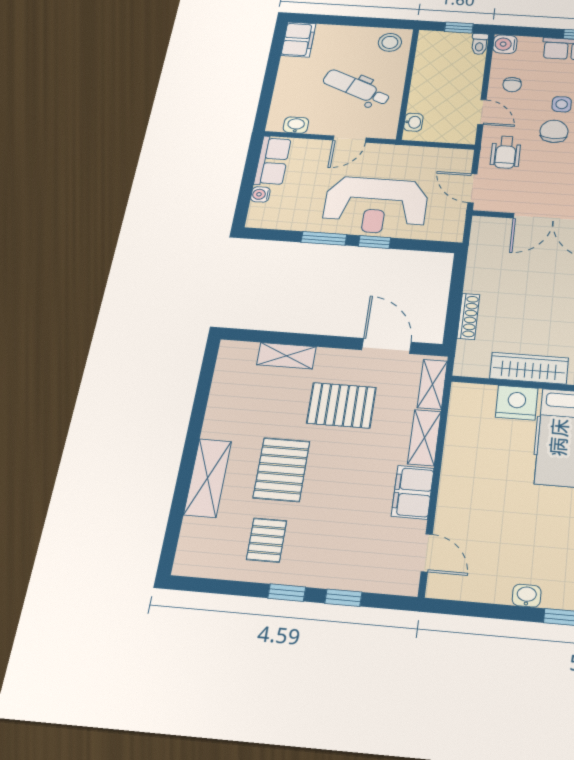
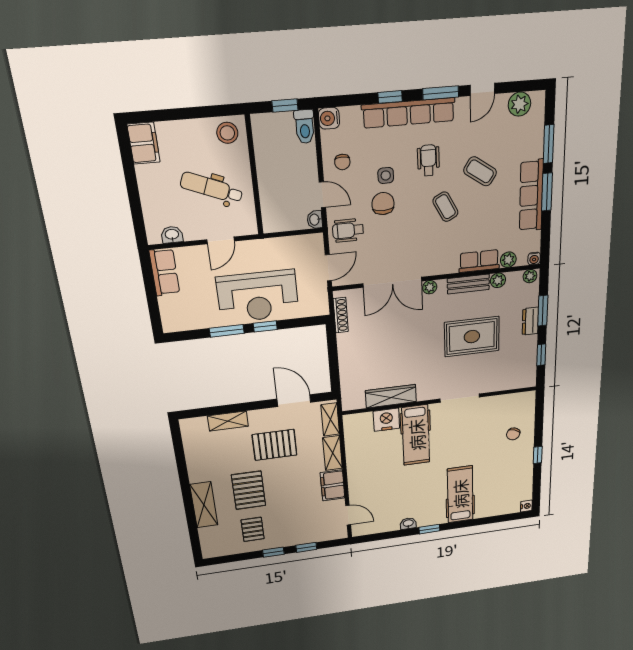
toilet: (480, 44) -> (305, 127), width x1.37, depth x1.39
washbasin: (413, 122) -> (315, 220), moved, turned 180
wheelchair: (506, 152) -> (348, 230), turned 90
door: (472, 188) -> (328, 268), swing flipped
water cooler: (260, 194) -> (165, 304), removed
shoe rack: (468, 316) -> (341, 315), moved

